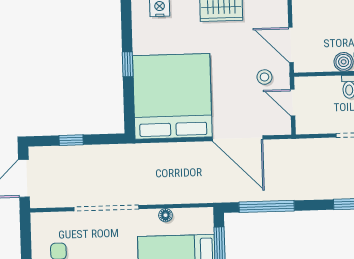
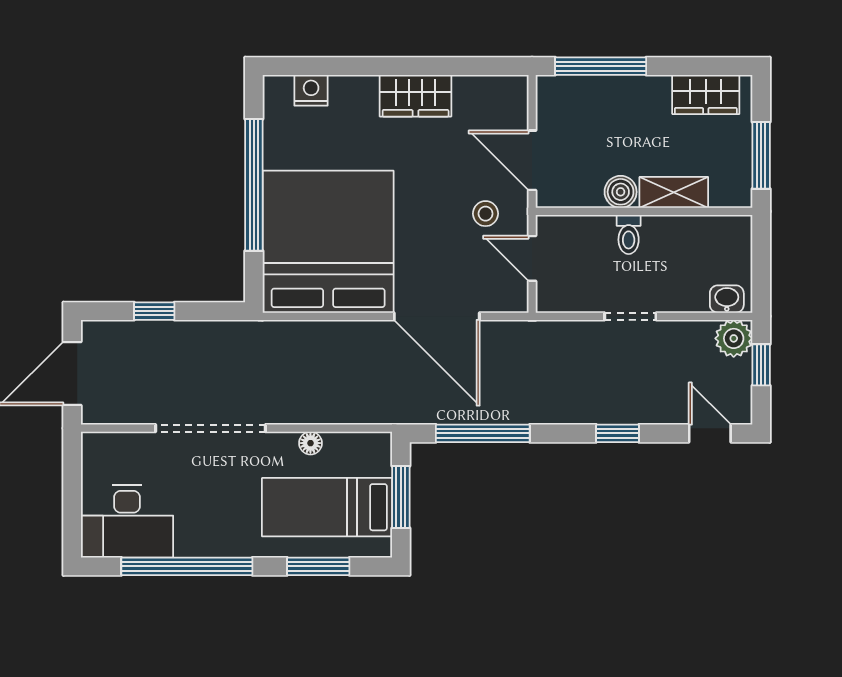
window: (128, 64) -> (254, 185), width x3.17

